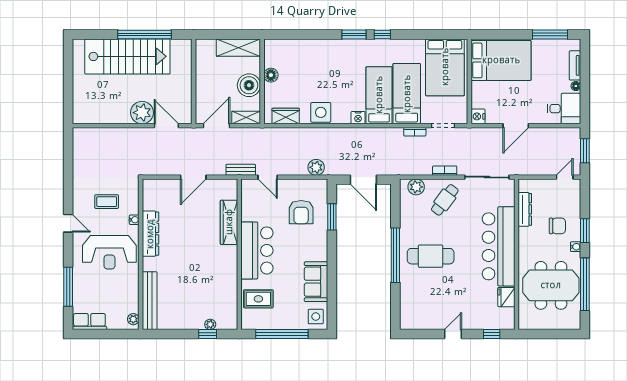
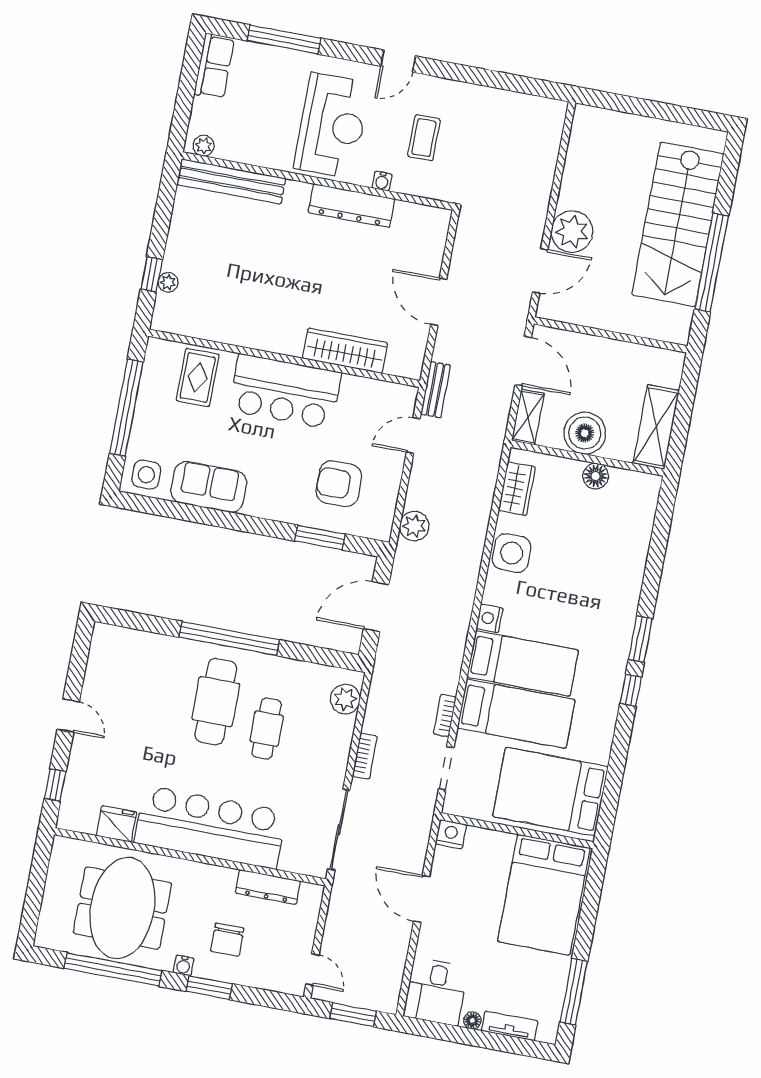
cafe table: (445, 200) -> (267, 729), moved, turned 53
reception desk: (109, 252) -> (332, 126), turned 180

